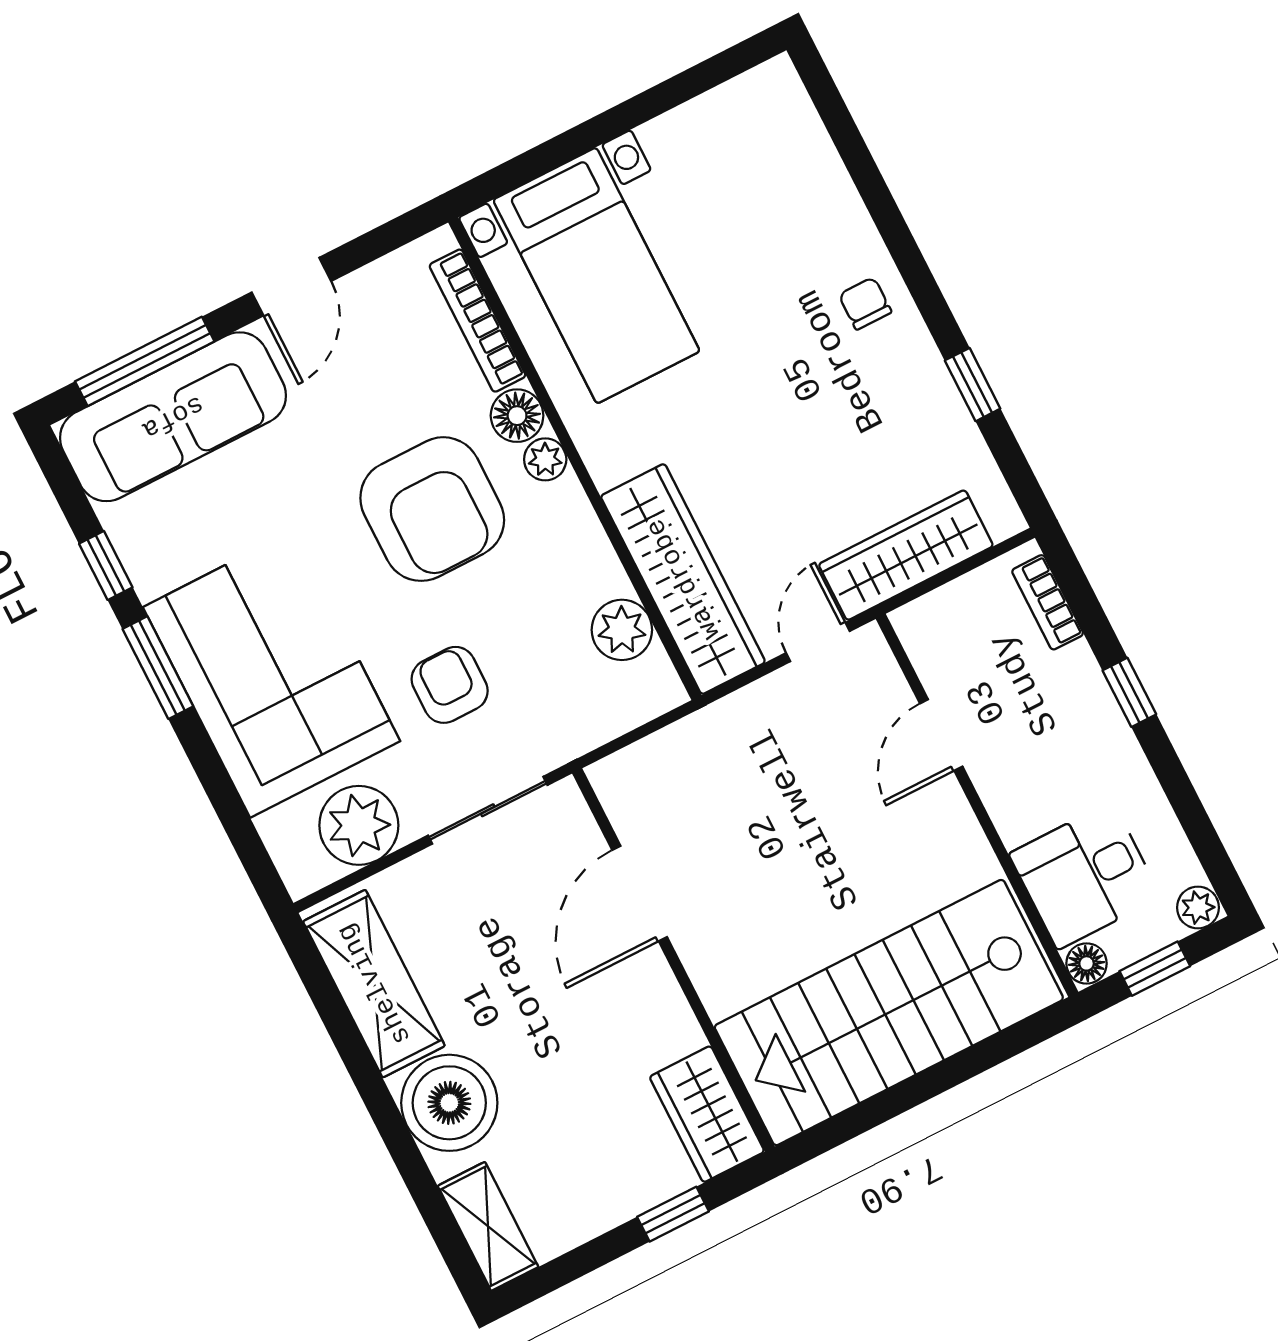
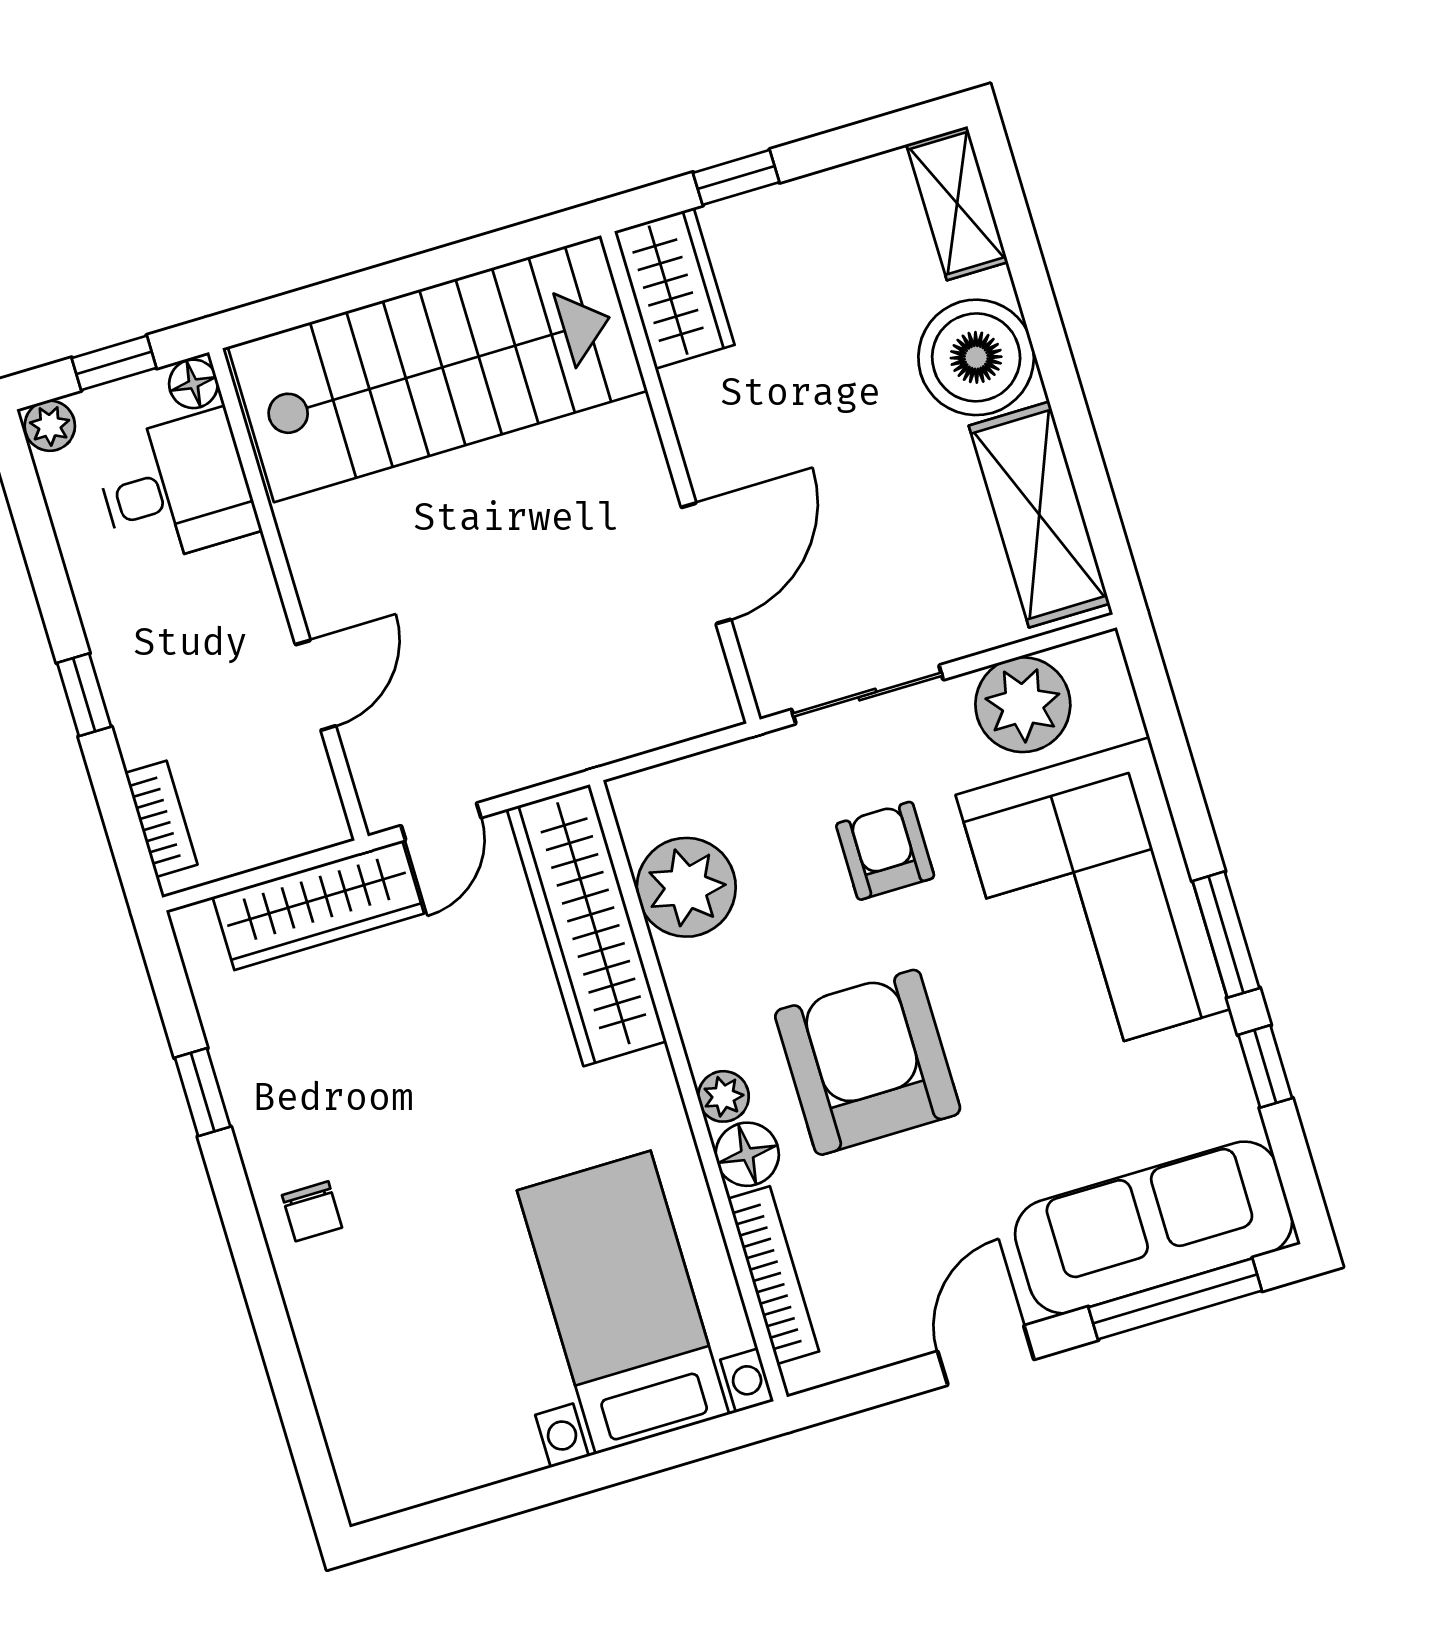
plant: (622, 630) -> (686, 887), width x1.36, depth x1.36
armchair: (450, 685) -> (885, 851), turned 180

